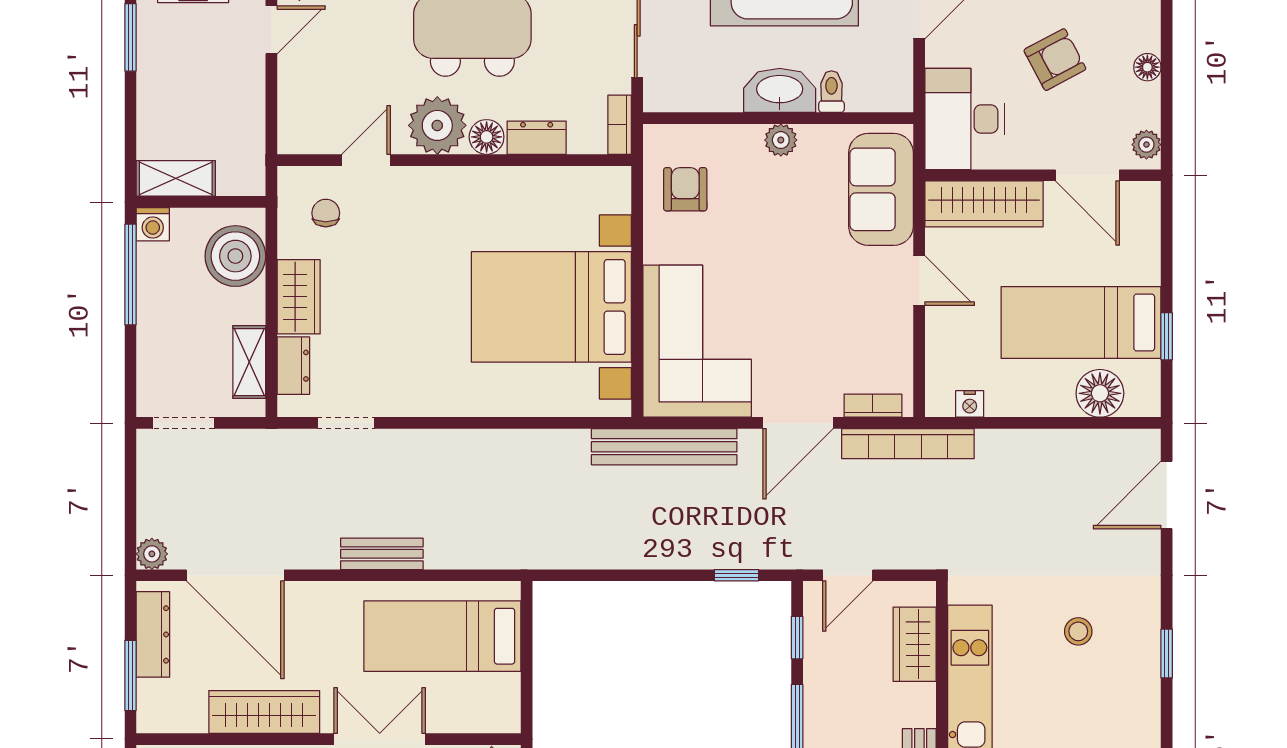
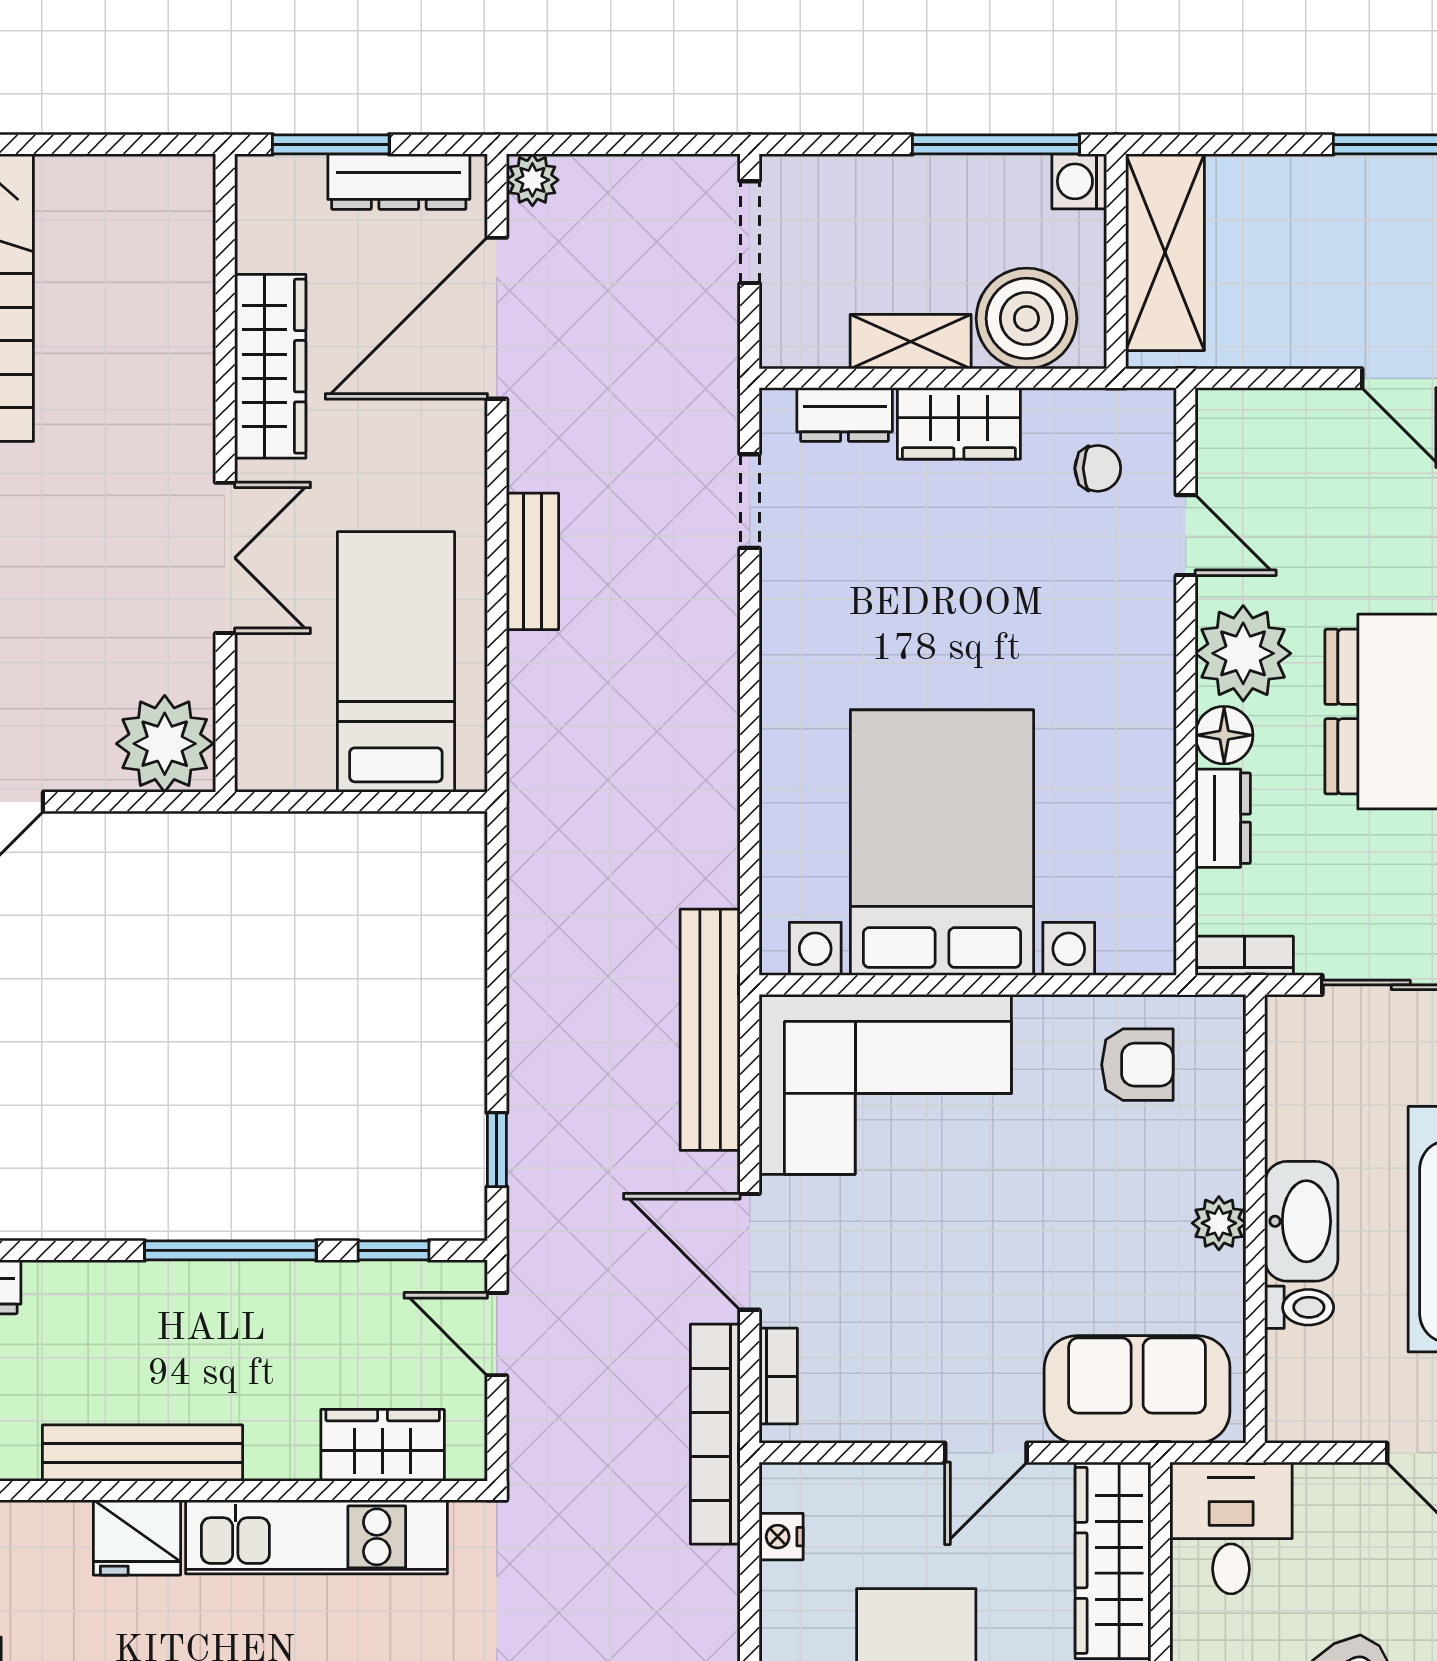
desk: (965, 119) -> (1231, 1528), width x0.73
shelving: (176, 178) -> (1165, 252), width x1.50, depth x1.33
shelving: (249, 362) -> (911, 342), moved

